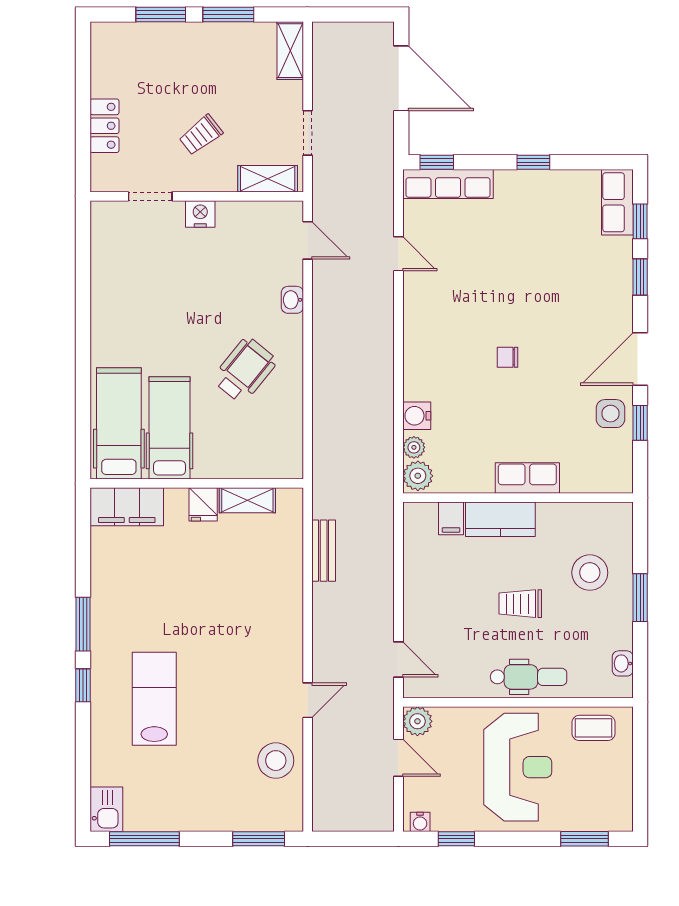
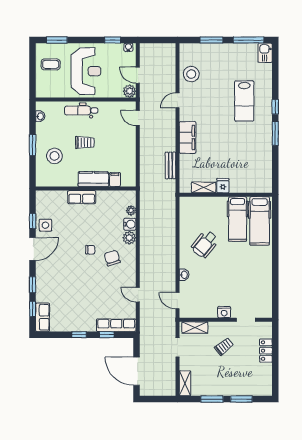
window: (437, 162) -> (107, 335), moved
chair: (457, 338) -> (112, 258), added
plant: (418, 476) -> (129, 238), moved
filing cabinet: (127, 507) -> (188, 137), moved, turned 90
coffee table: (594, 728) -> (51, 64), moved
reception desk: (518, 767) -> (86, 71), turned 180
window: (259, 839) -> (211, 40), moved

